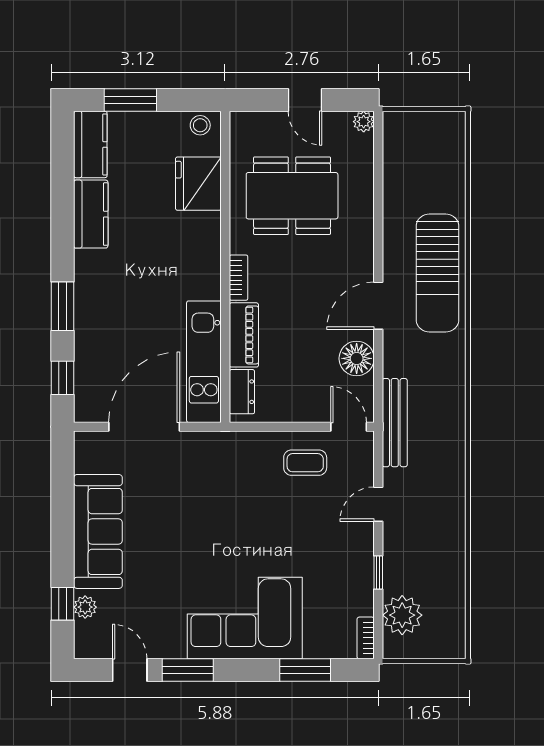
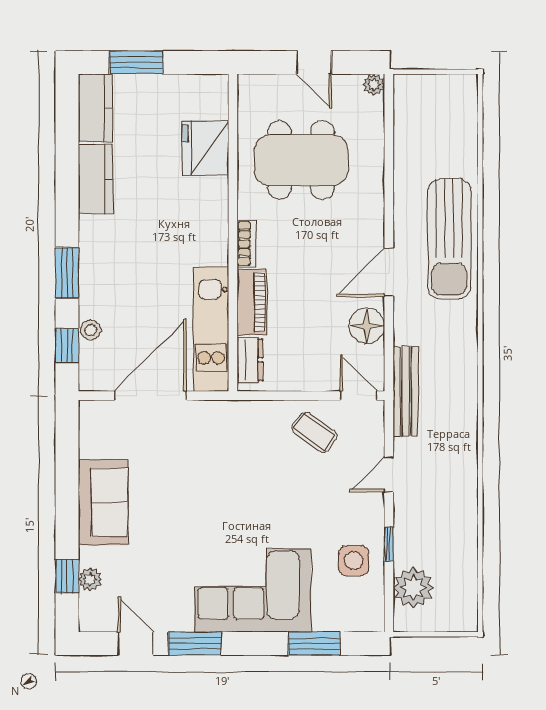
stool: (200, 125) -> (91, 330), moved
coffee table: (305, 463) -> (314, 432), turned 35
sofa: (98, 531) -> (103, 502), width x0.73
side table: (344, 589) -> (354, 561), added
bookcase: (366, 638) -> (376, 611), removed

